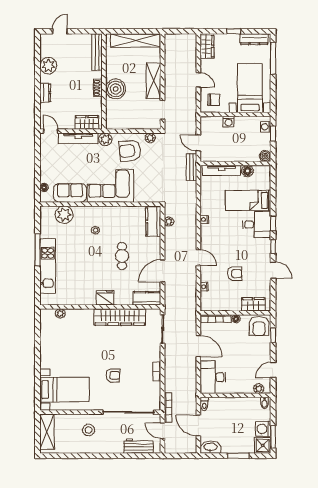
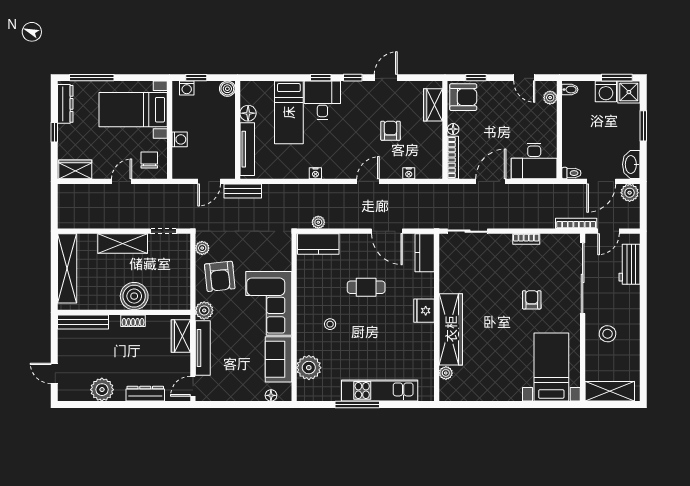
dresser: (45, 93) -> (145, 394), width x1.44
wardrobe: (120, 317) -> (451, 329), moved
plant: (190, 446) -> (630, 193), added

